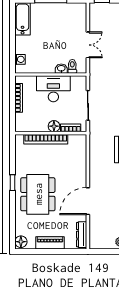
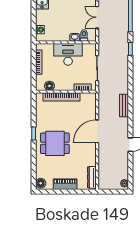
double door: (88, 45) -> (97, 17), swing flipped
floor lamp: (54, 126) -> (49, 86), moved
dining table: (38, 194) -> (55, 143), width x0.73
door: (88, 201) -> (97, 131), moved

